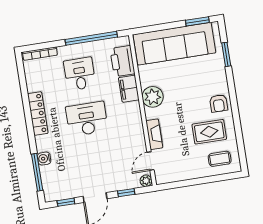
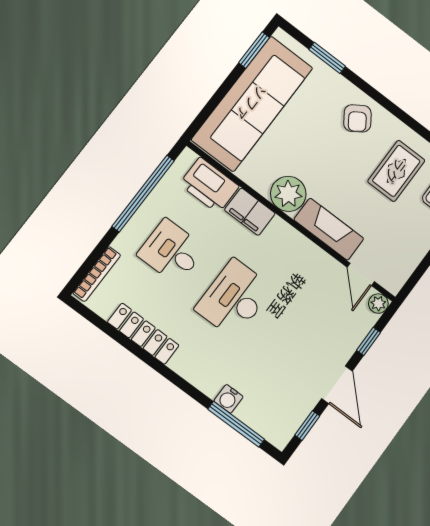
armchair: (219, 103) -> (357, 118), moved, turned 56
locker: (38, 114) -> (143, 334), moved
fireplace: (154, 134) -> (329, 229), width x1.37, depth x1.32

